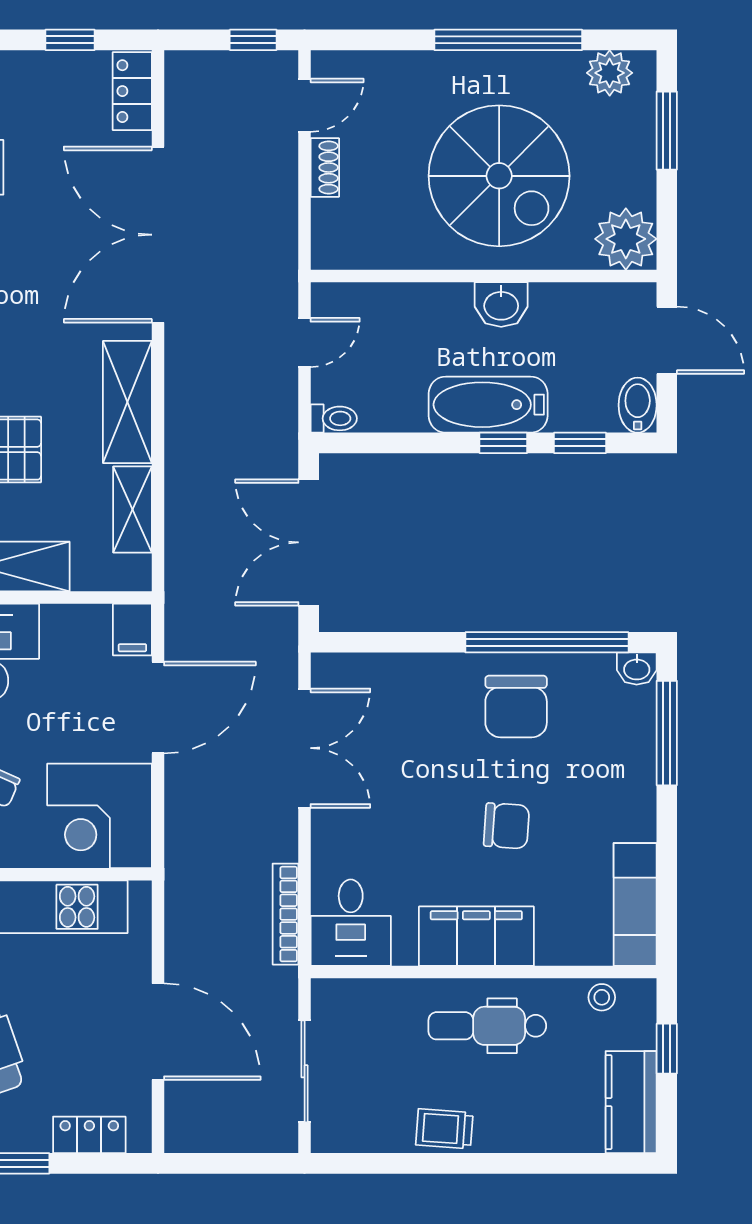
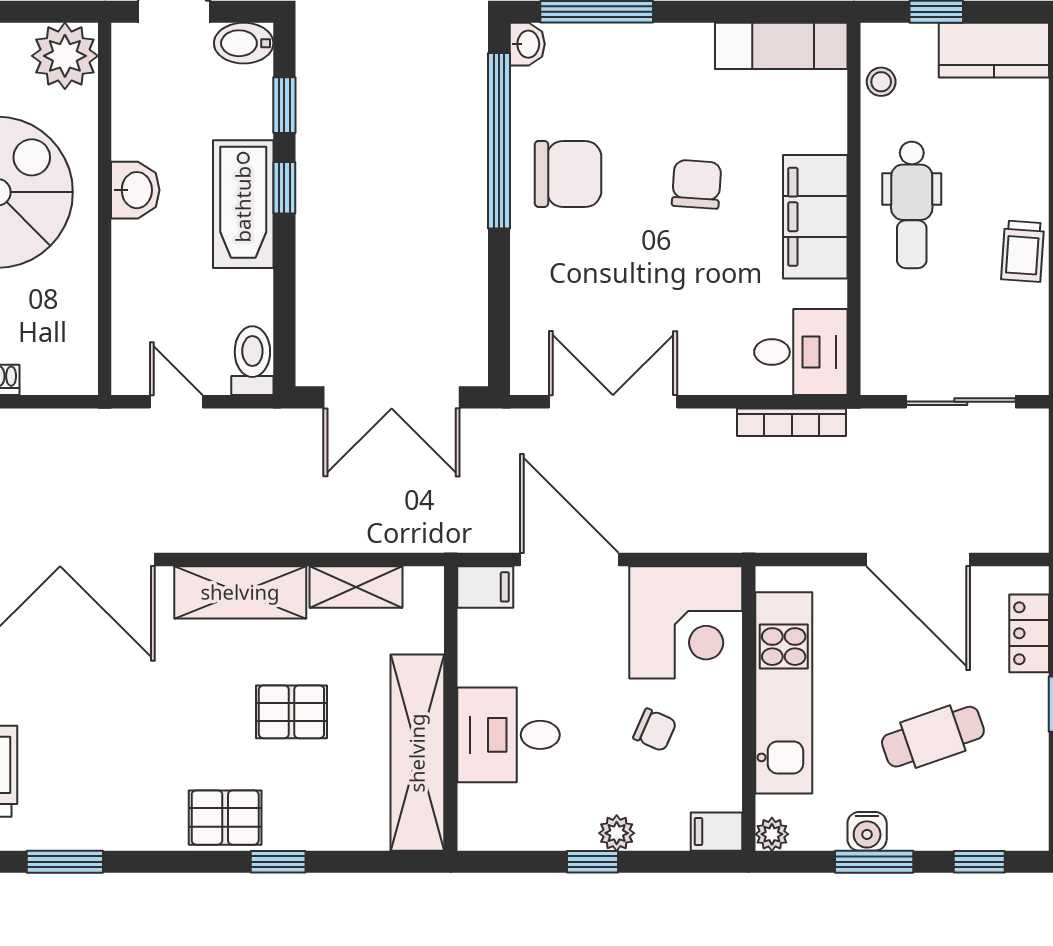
toilet: (334, 418) -> (252, 361), width x1.37, depth x1.39
door: (158, 1032) -> (918, 559), swing flipped

